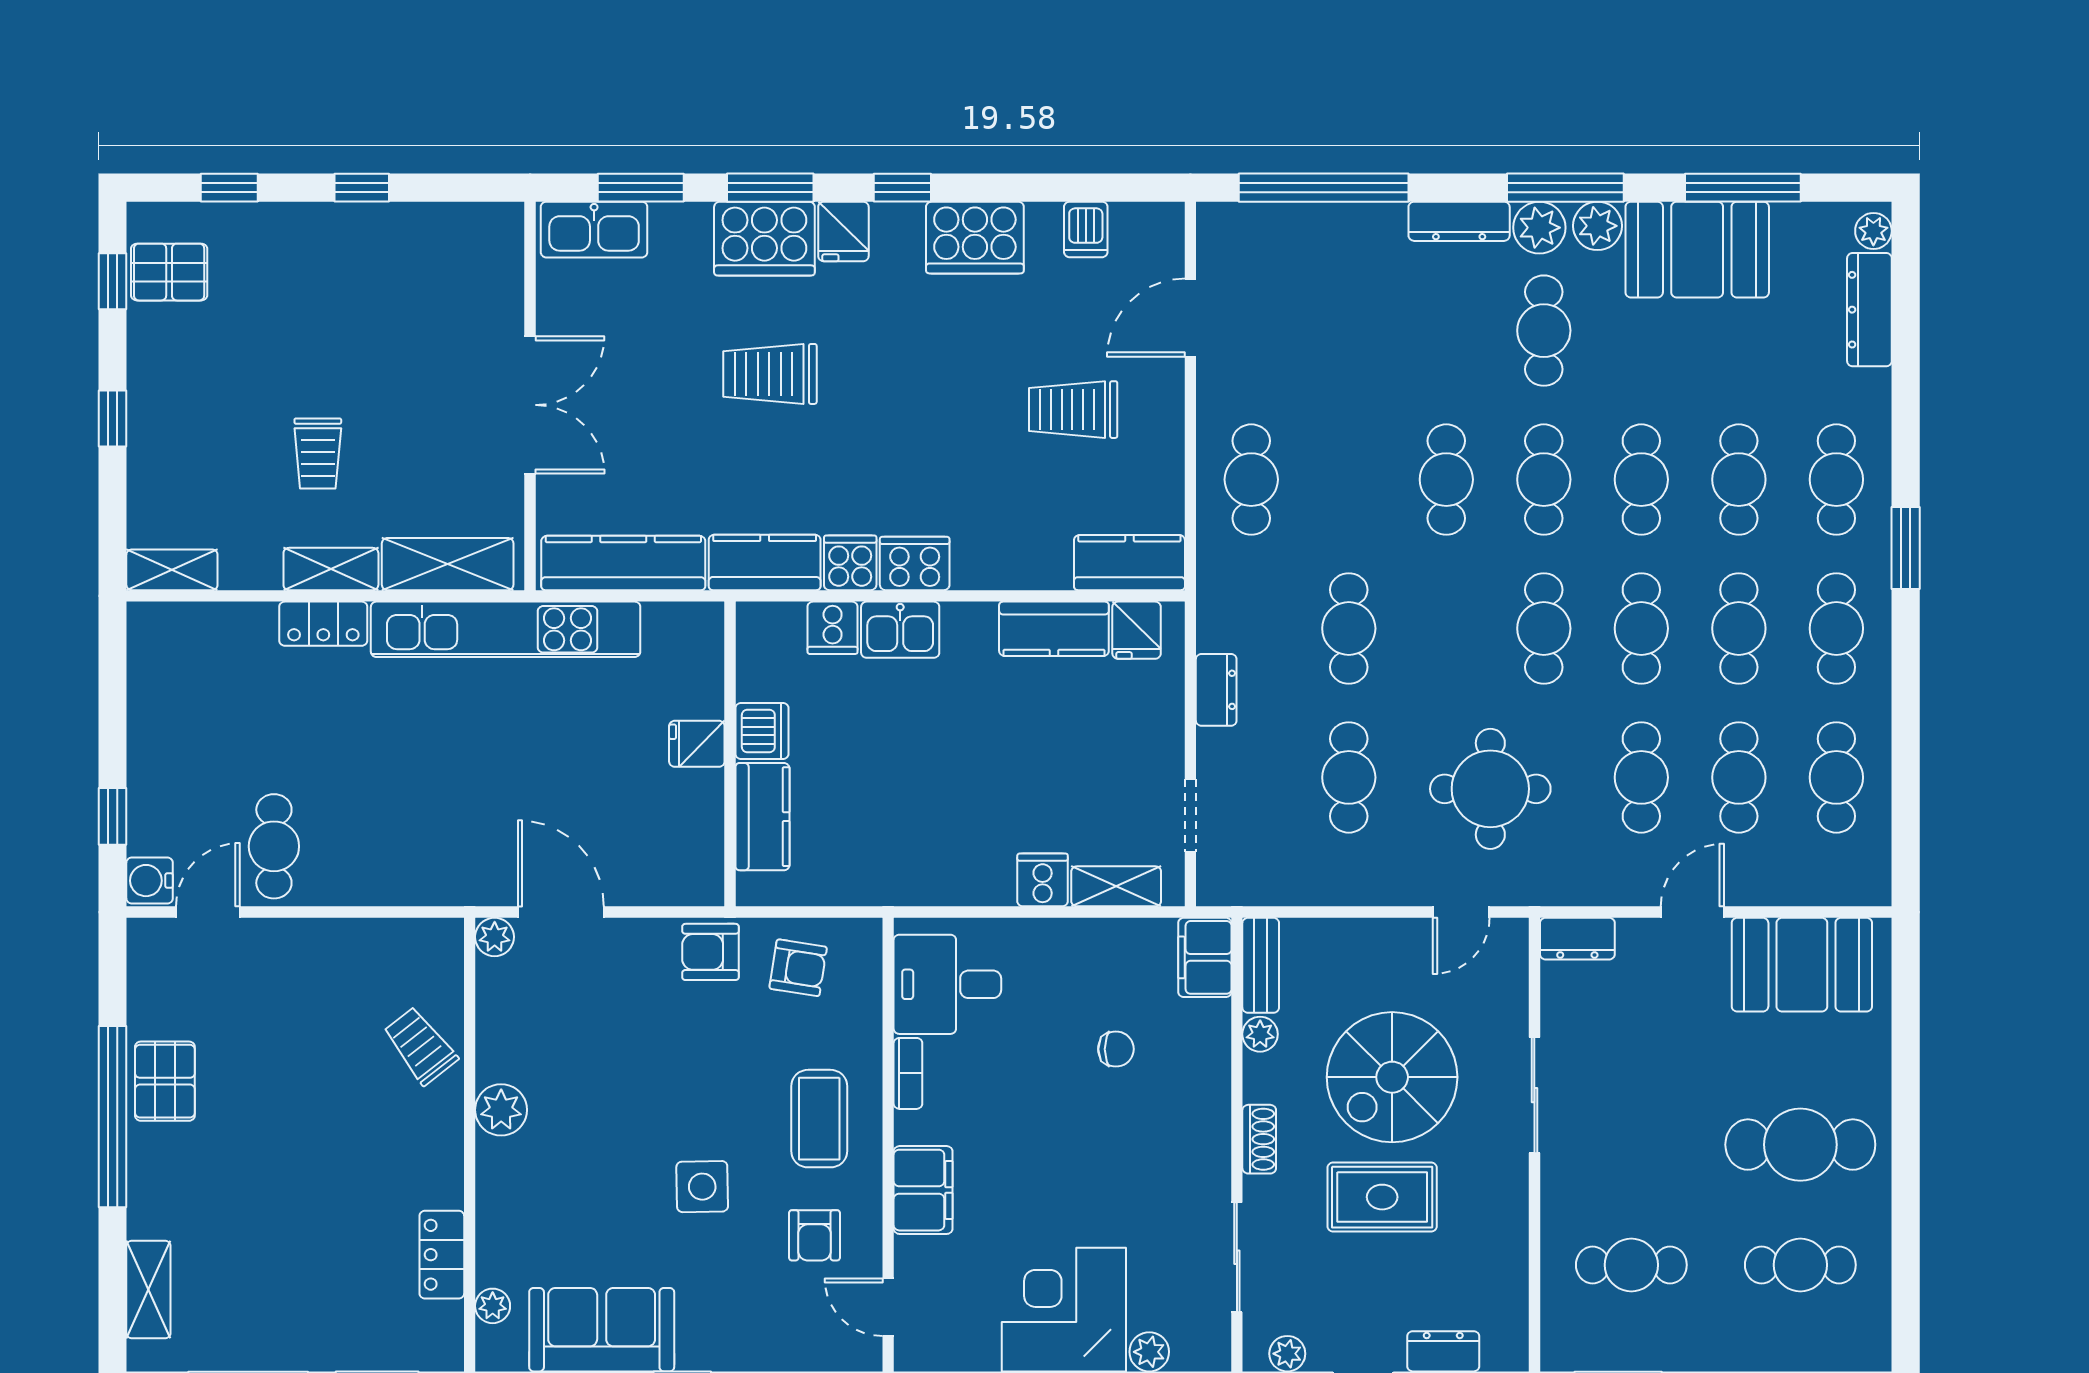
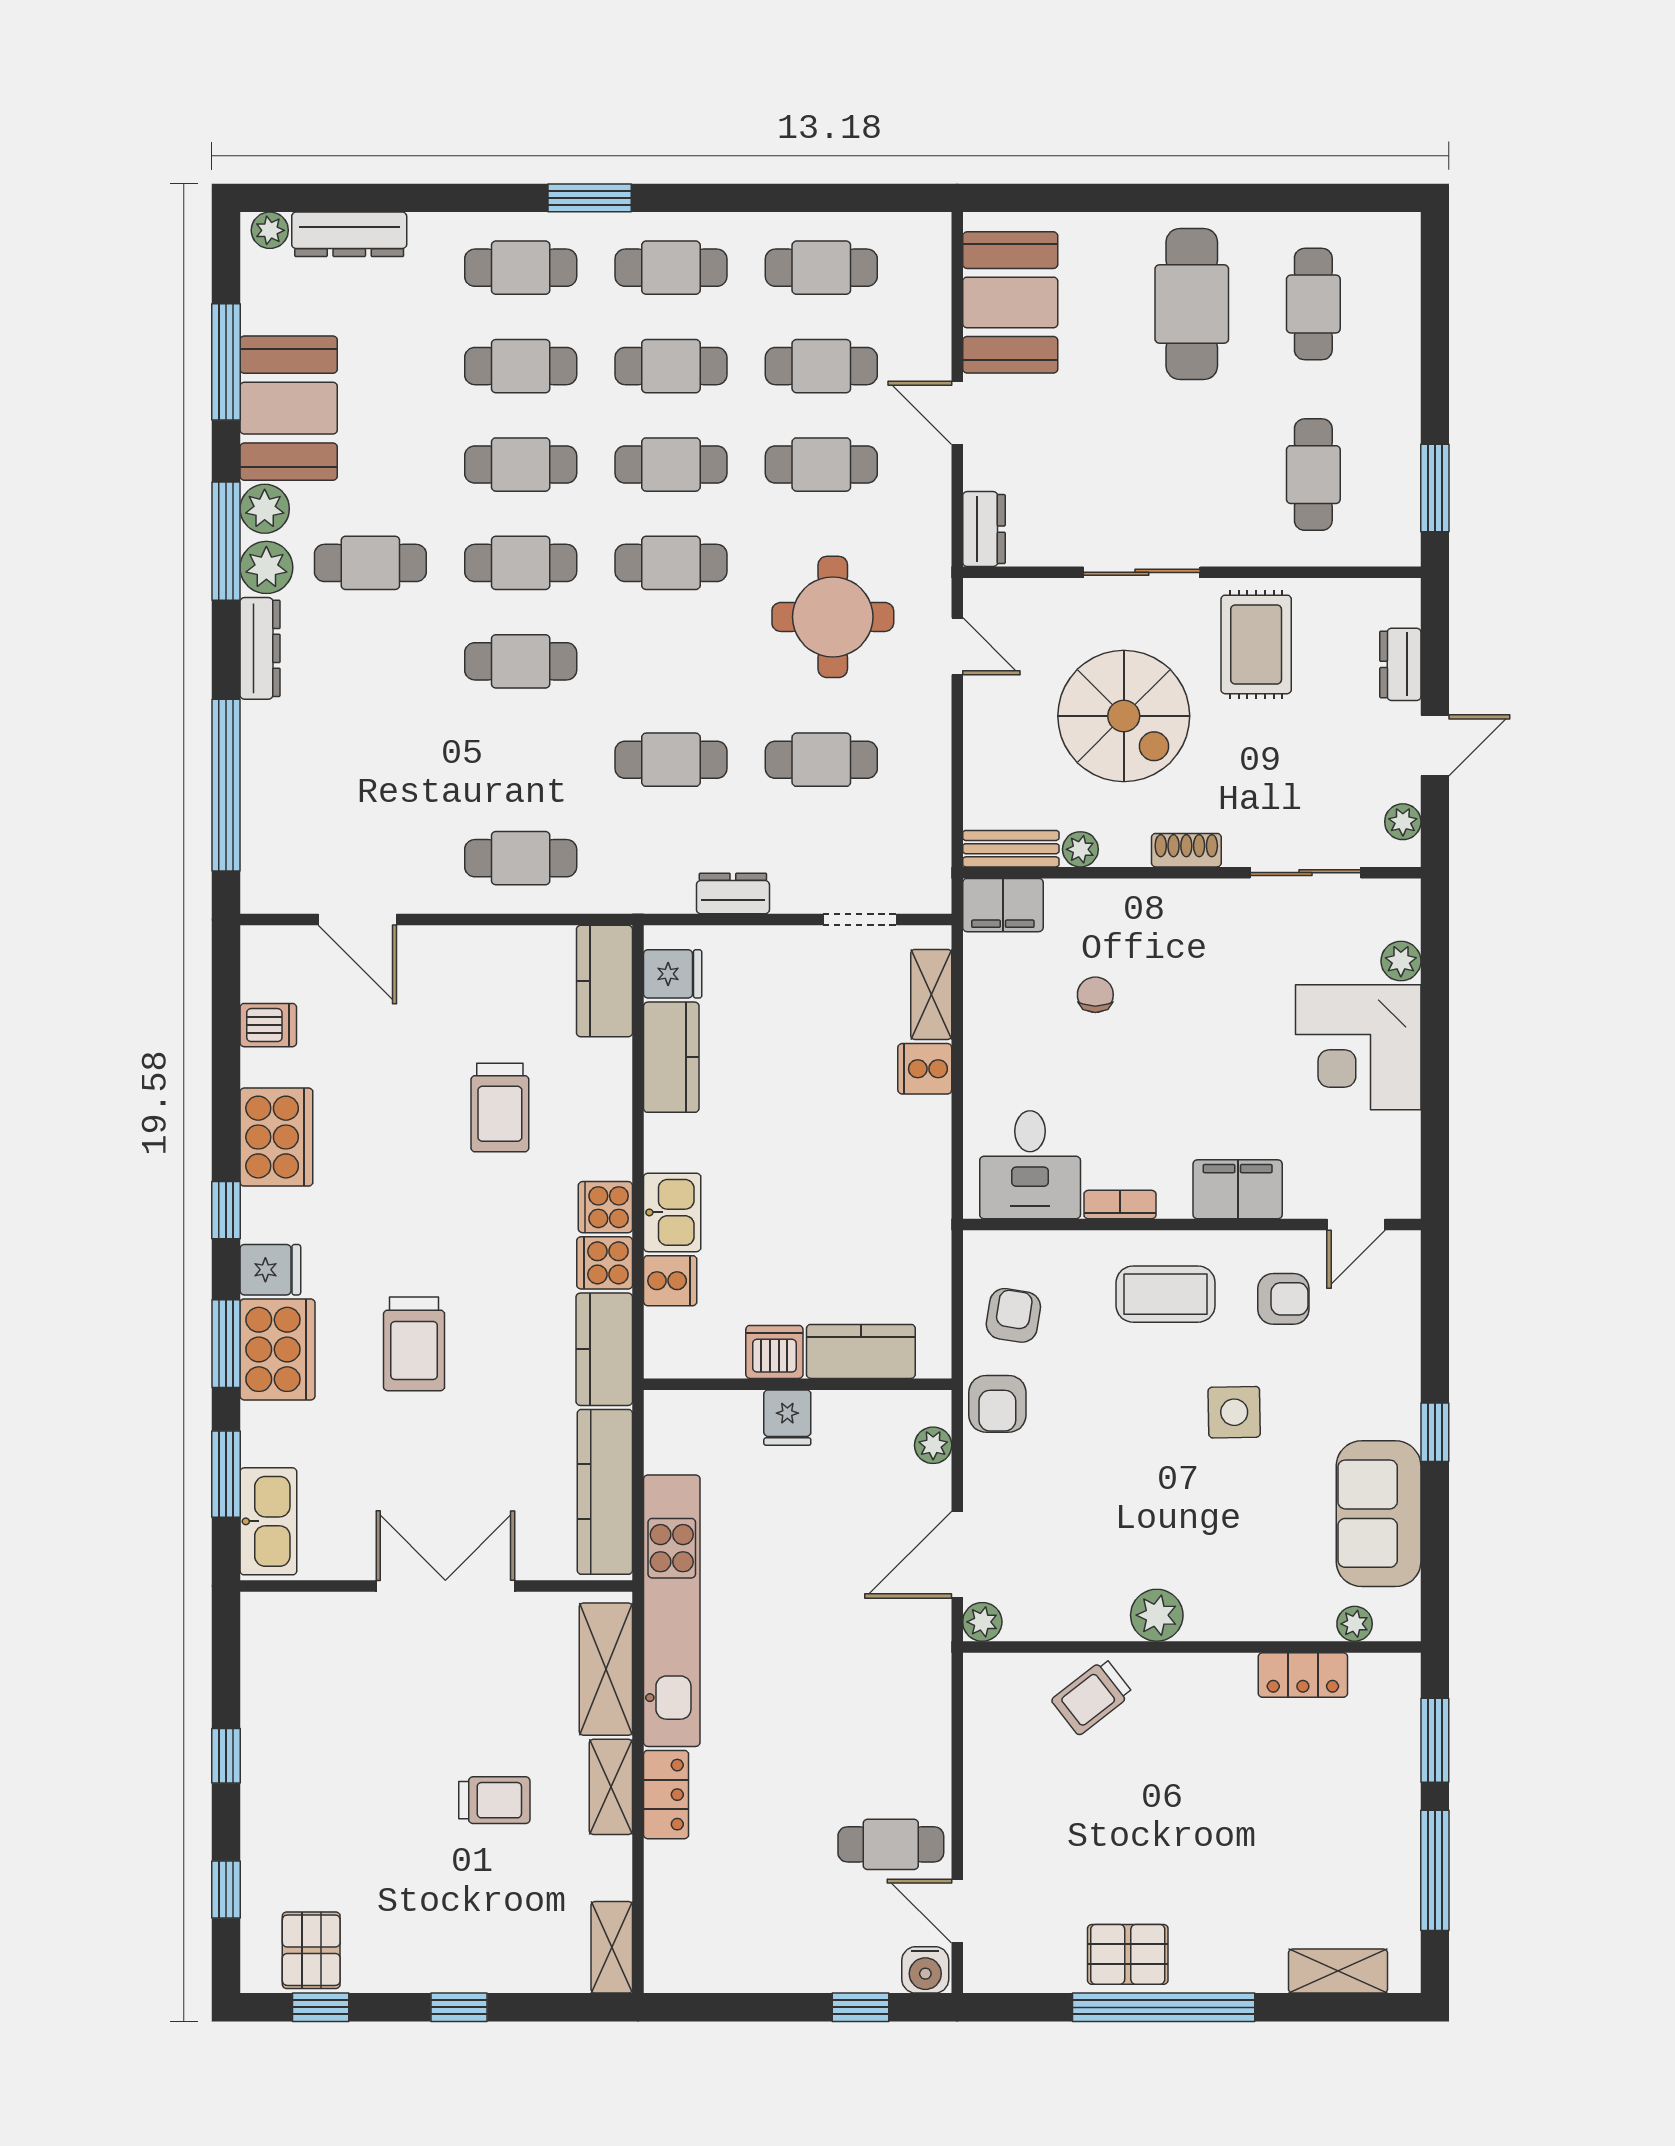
trolley: (1073, 410) -> (500, 1108), moved
cooker: (915, 563) -> (605, 1207), width x0.73
plant: (669, 888) -> (933, 1445), added
rug: (1382, 1197) -> (1256, 644), moved

